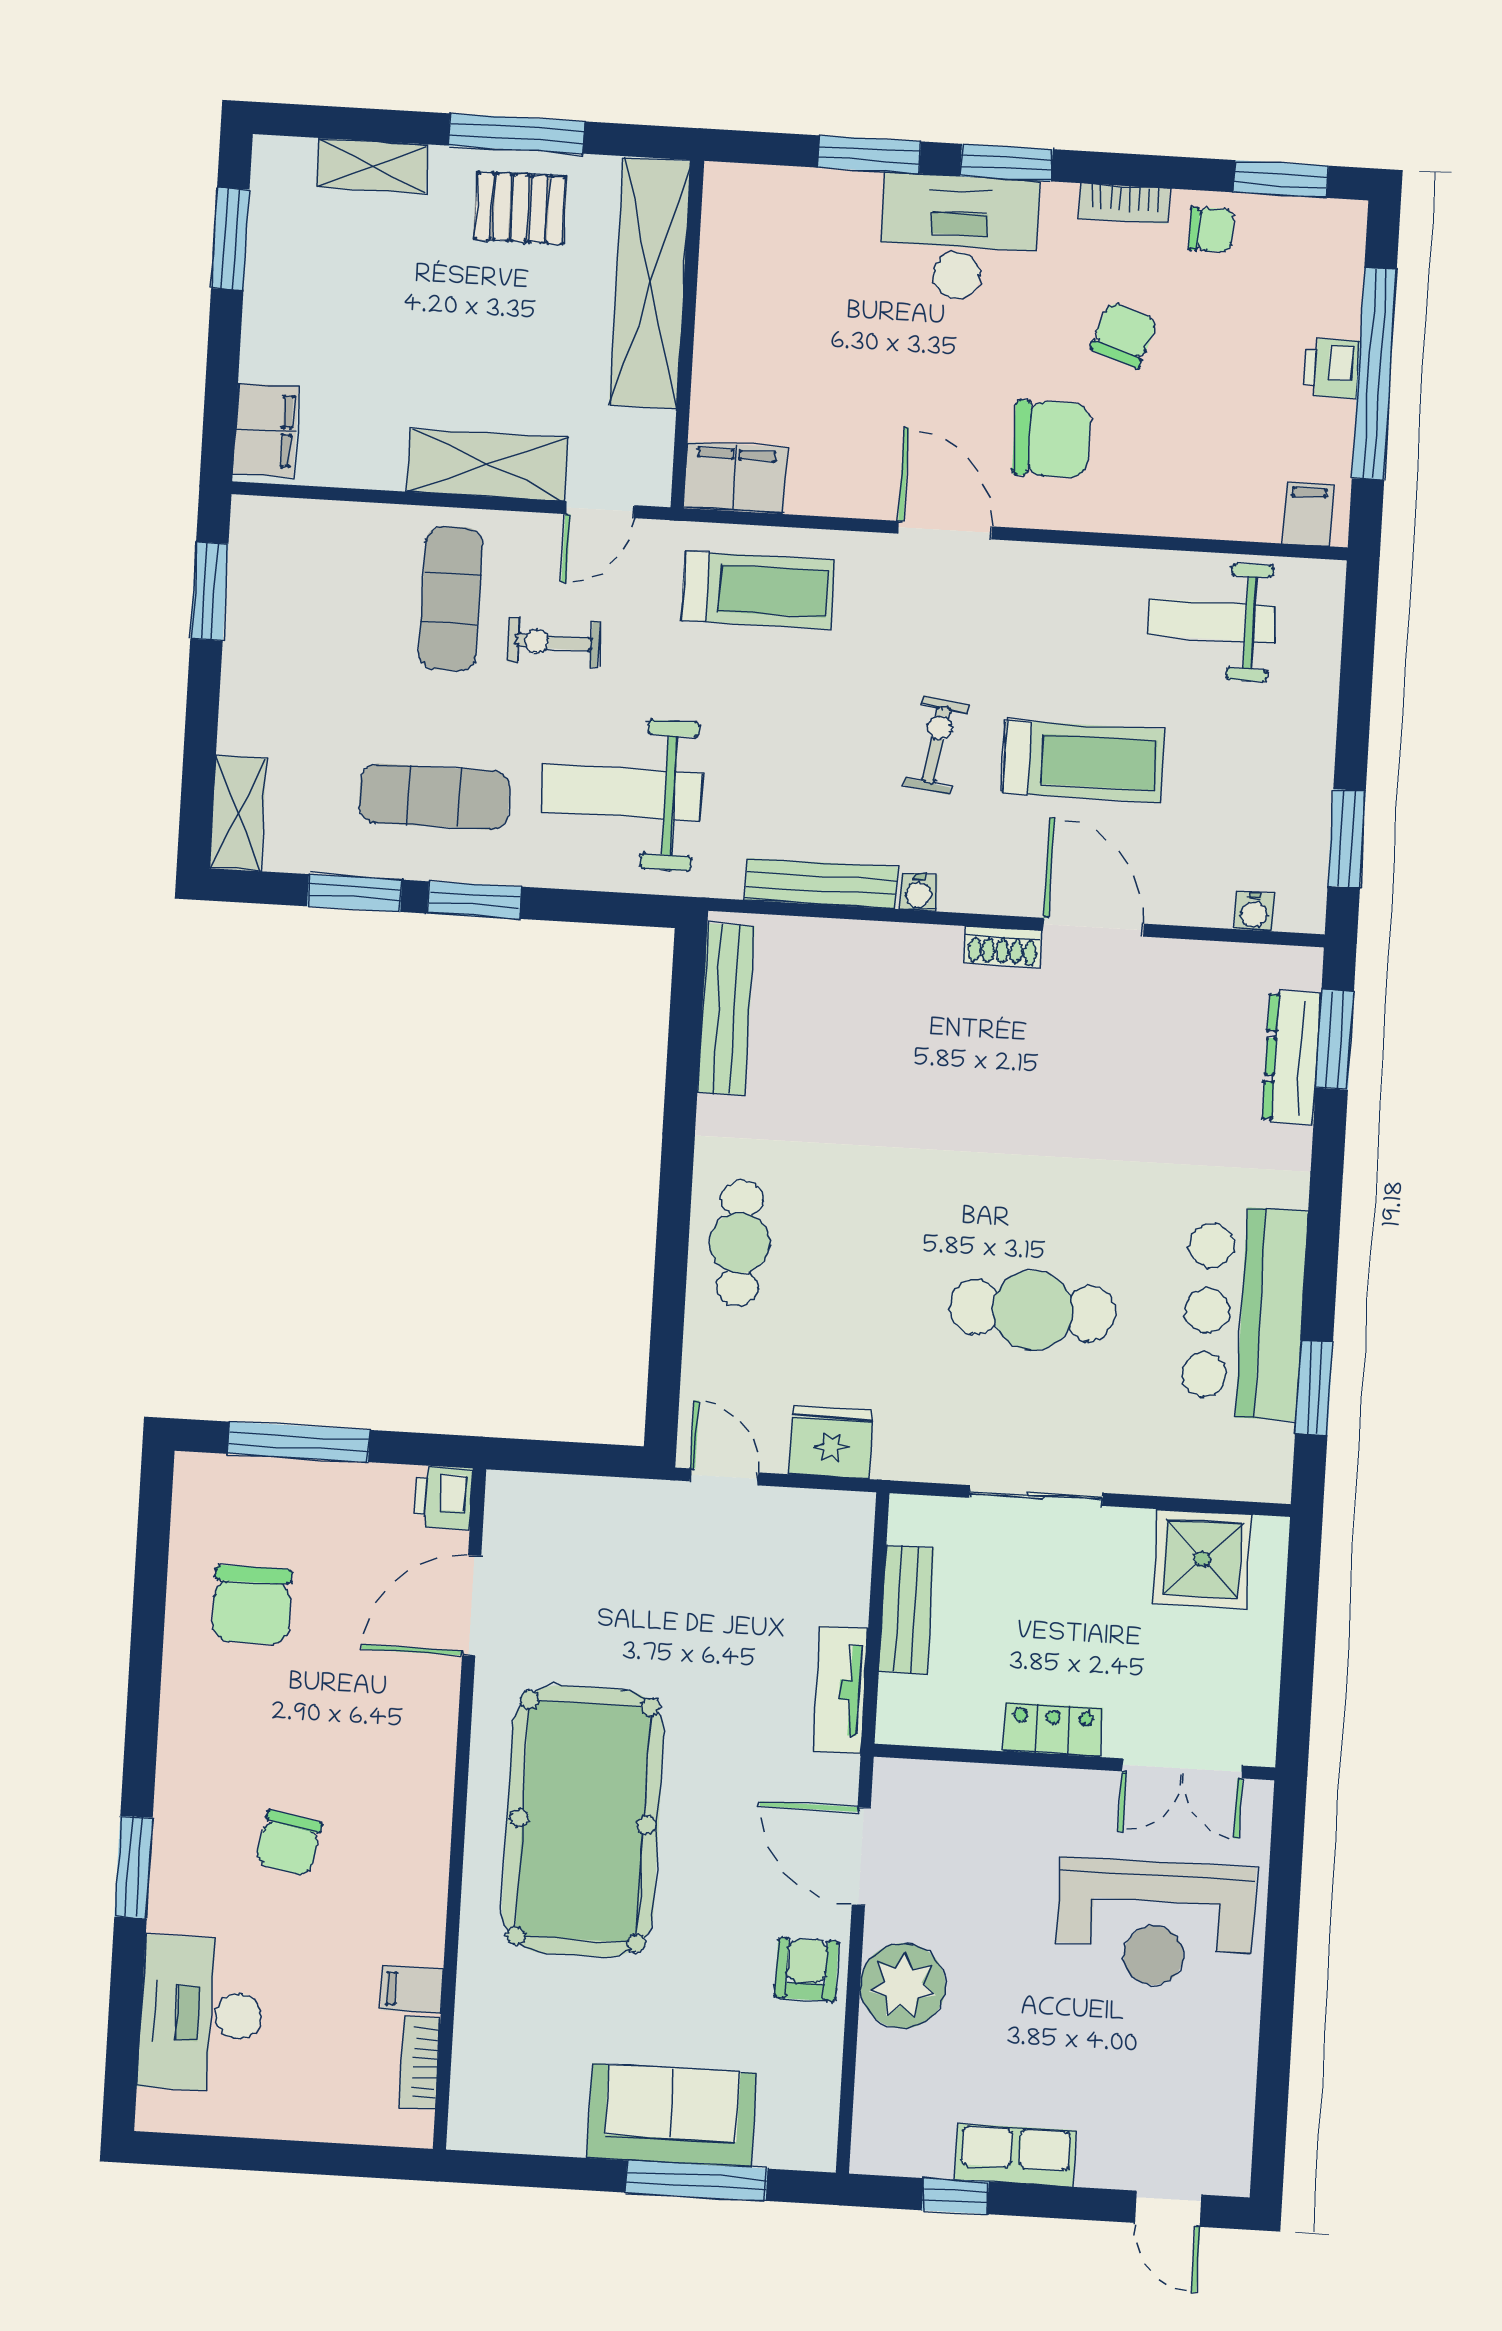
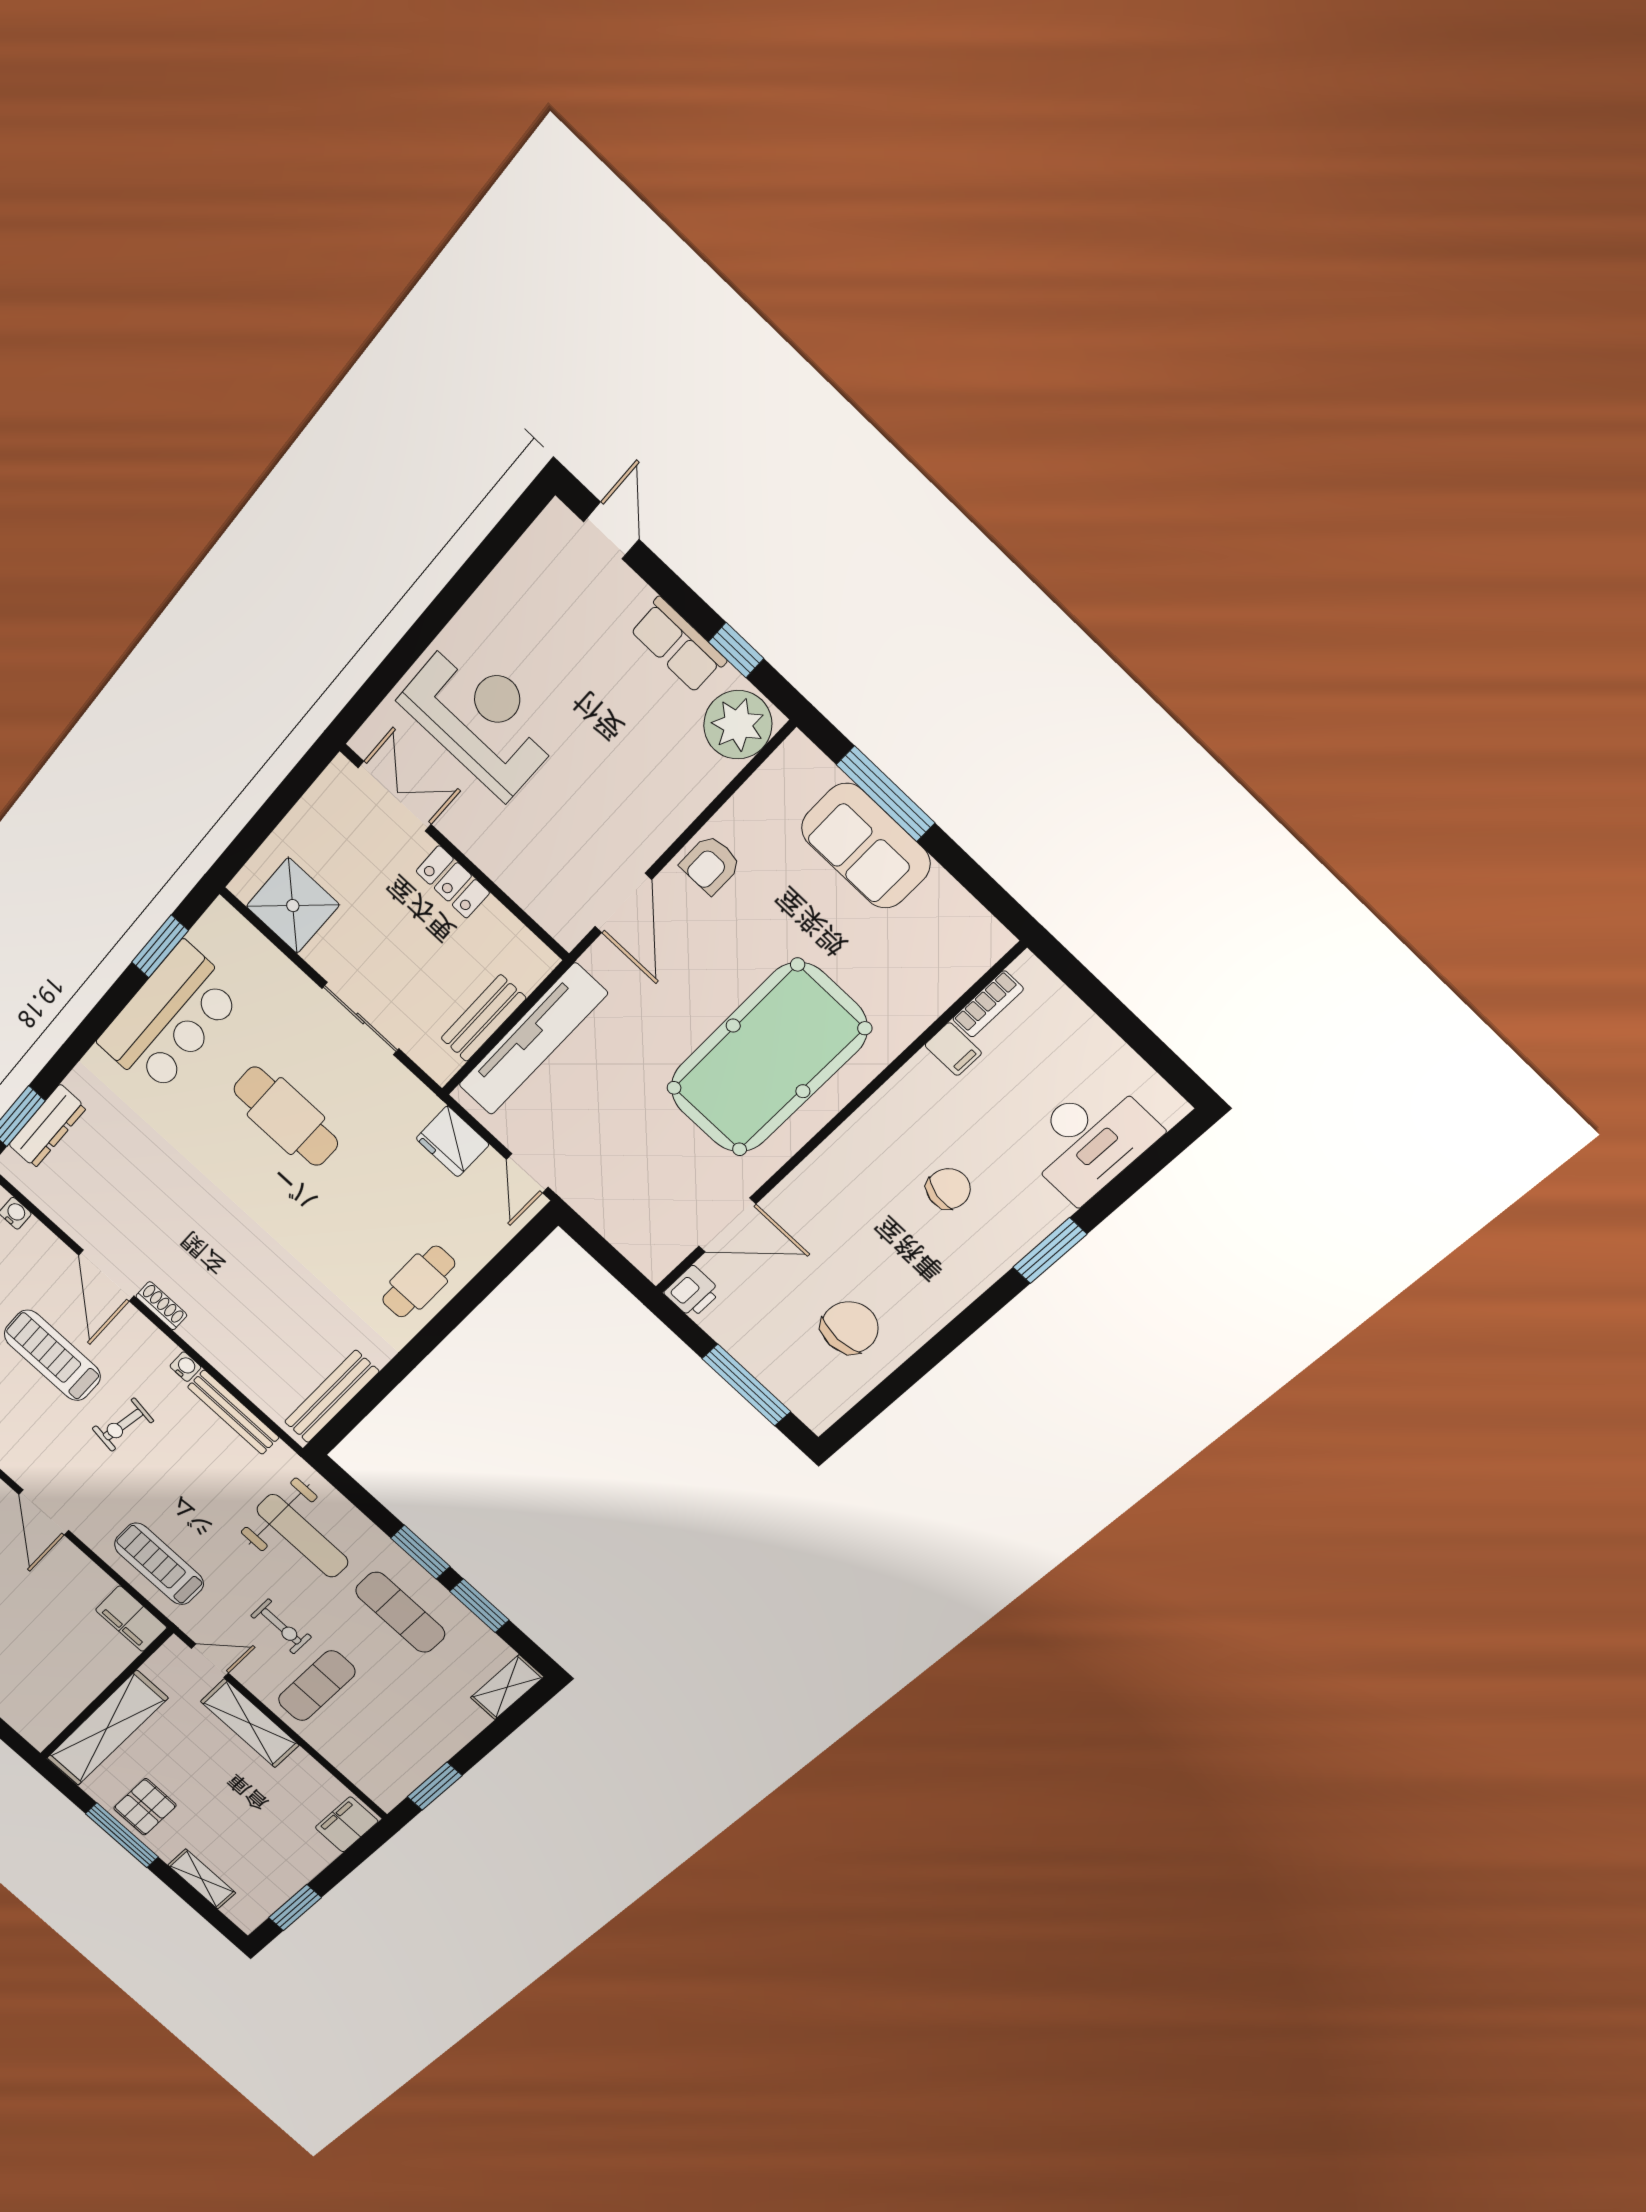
pallet: (520, 208) -> (145, 1807), turned 90
tv unit: (841, 1690) -> (533, 1039), width x1.92, depth x1.29
plant: (903, 1986) -> (738, 725), moved

